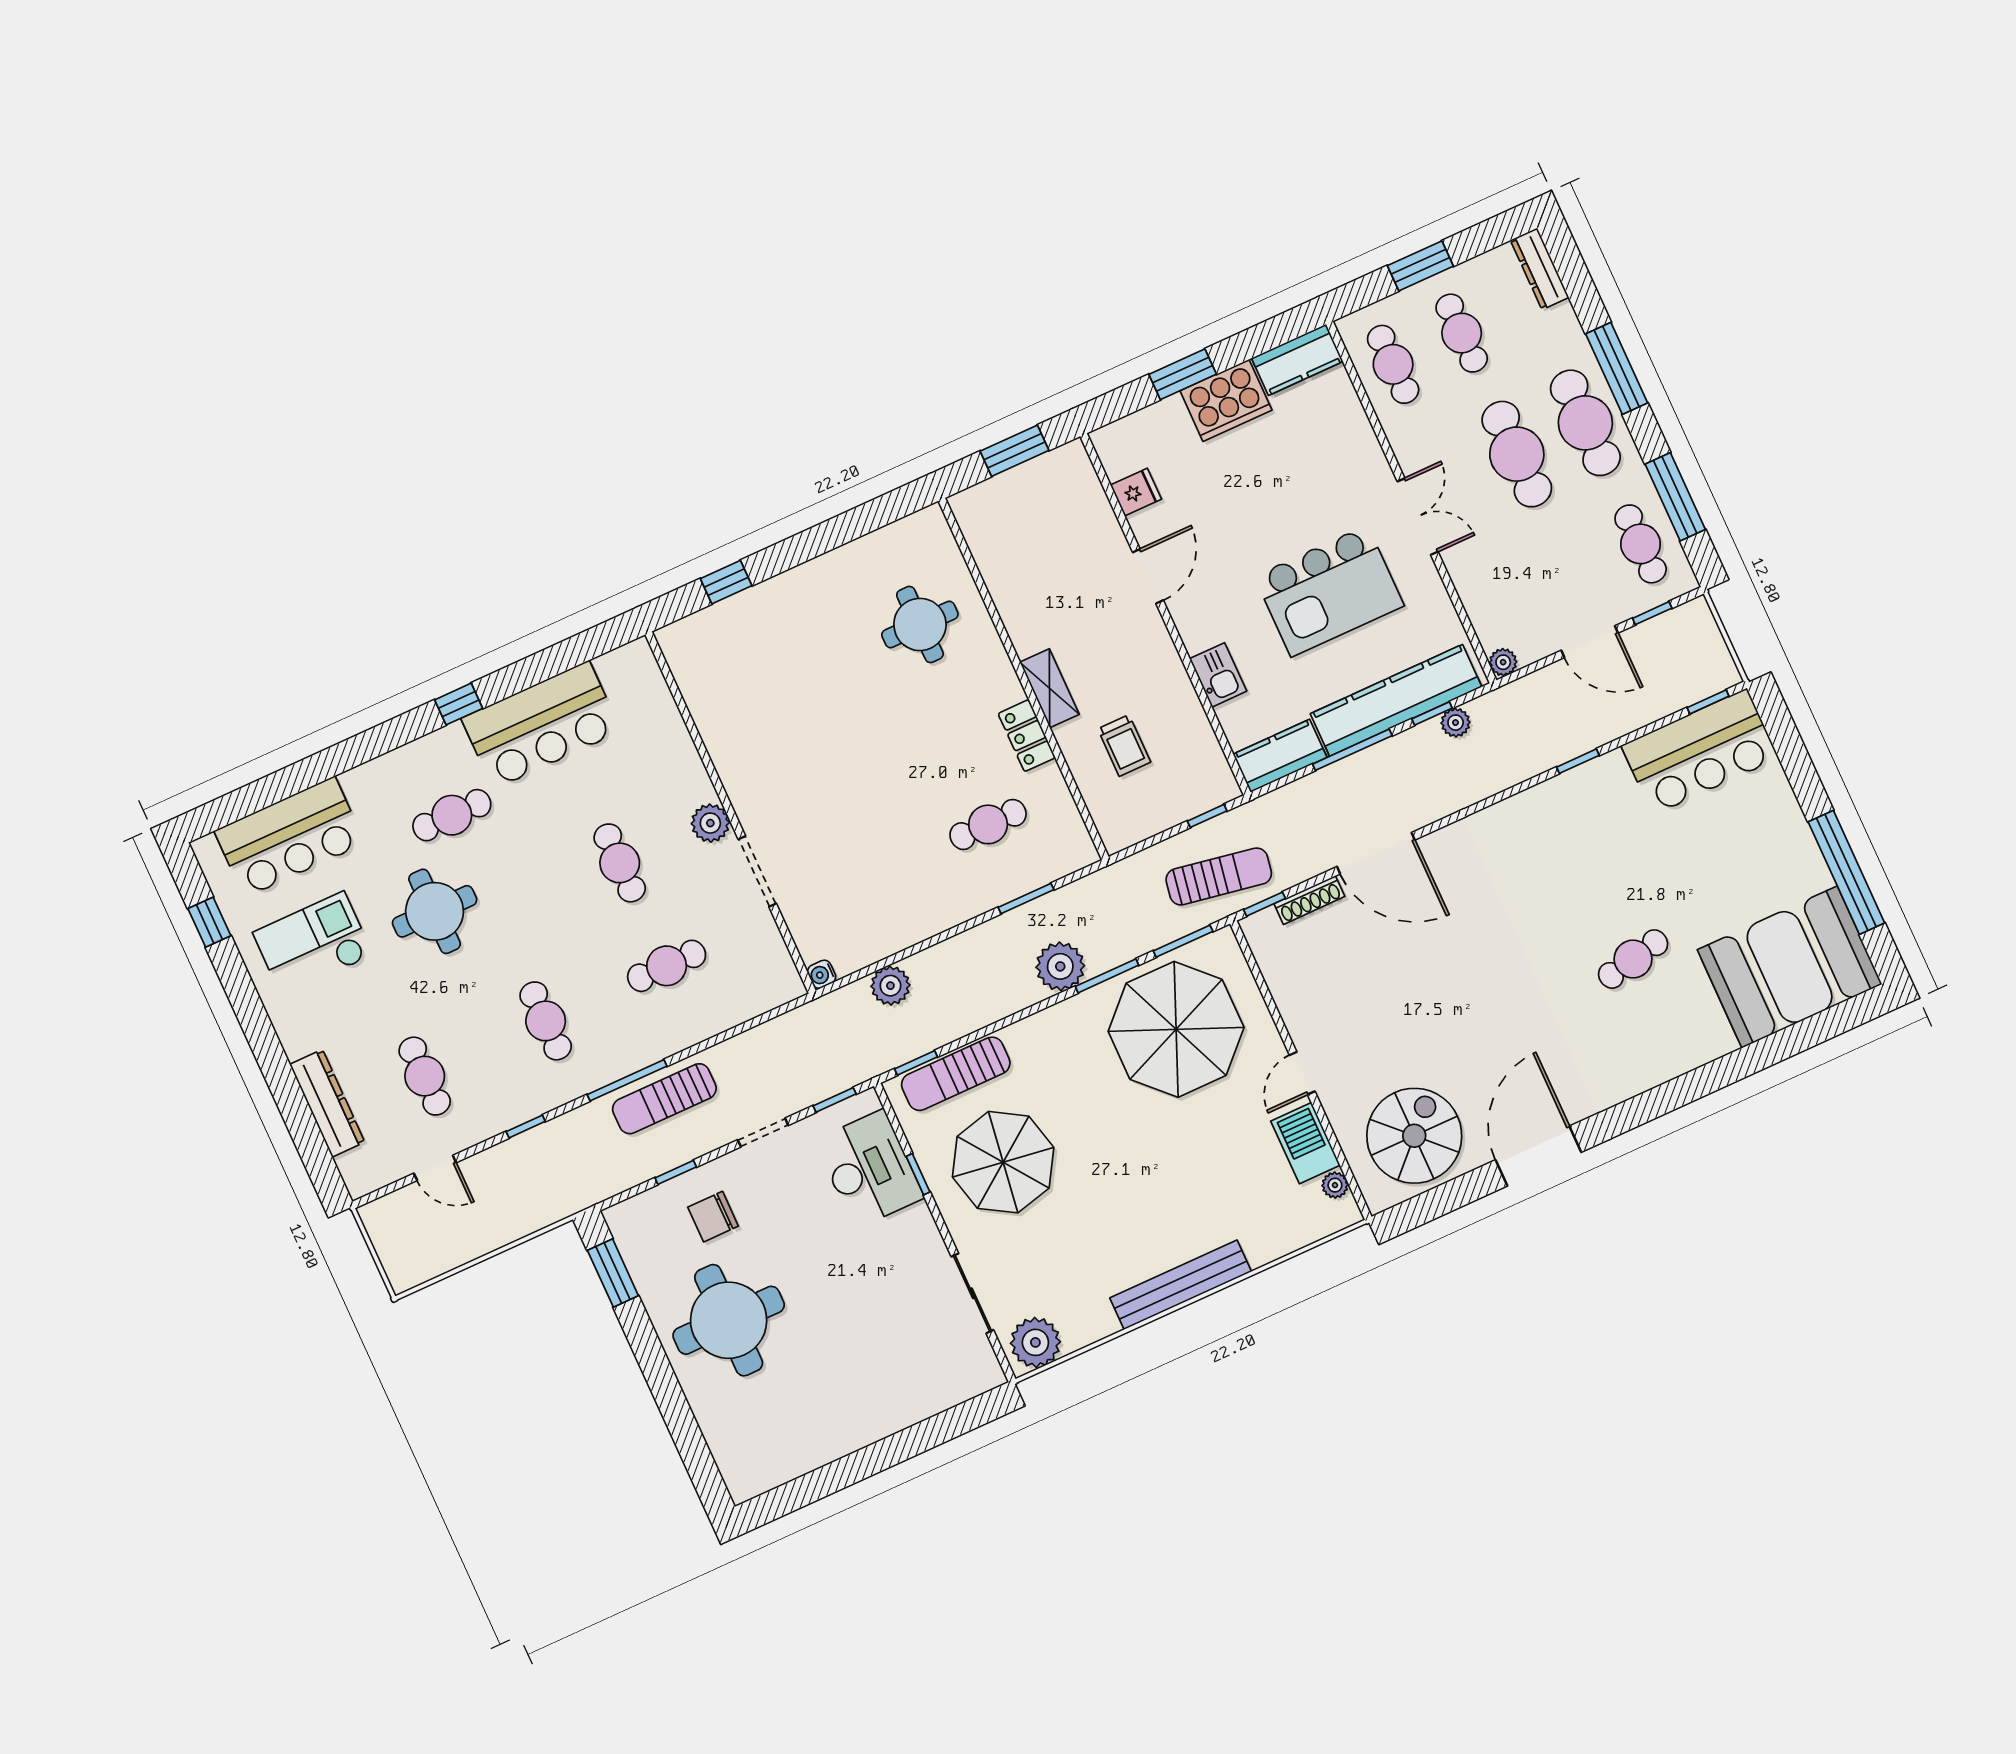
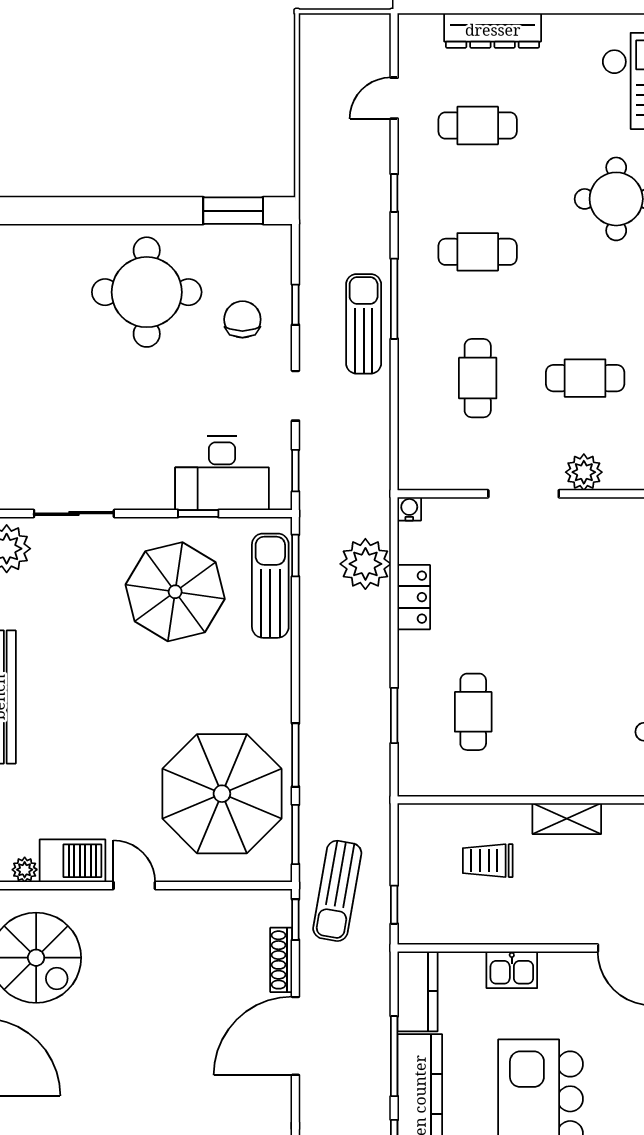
locker: (1027, 736) -> (414, 597), moved, turned 90
plant: (1060, 966) -> (322, 718), removed
plant: (890, 986) -> (365, 564), width x1.36, depth x1.36

